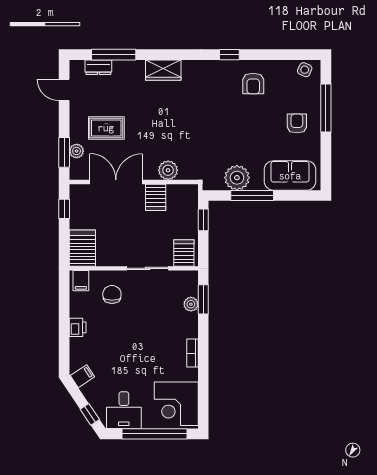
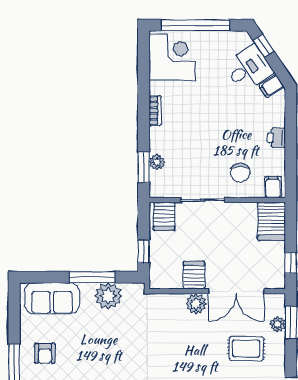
plant: (168, 170) -> (196, 304), moved
desk: (124, 410) -> (249, 68), moved, turned 56

